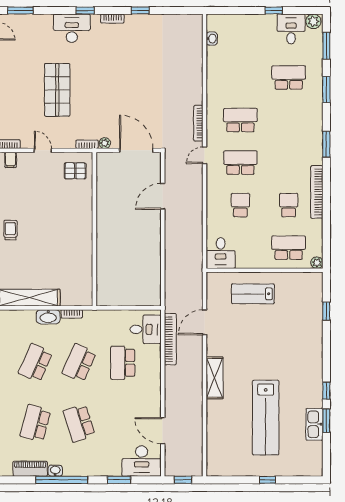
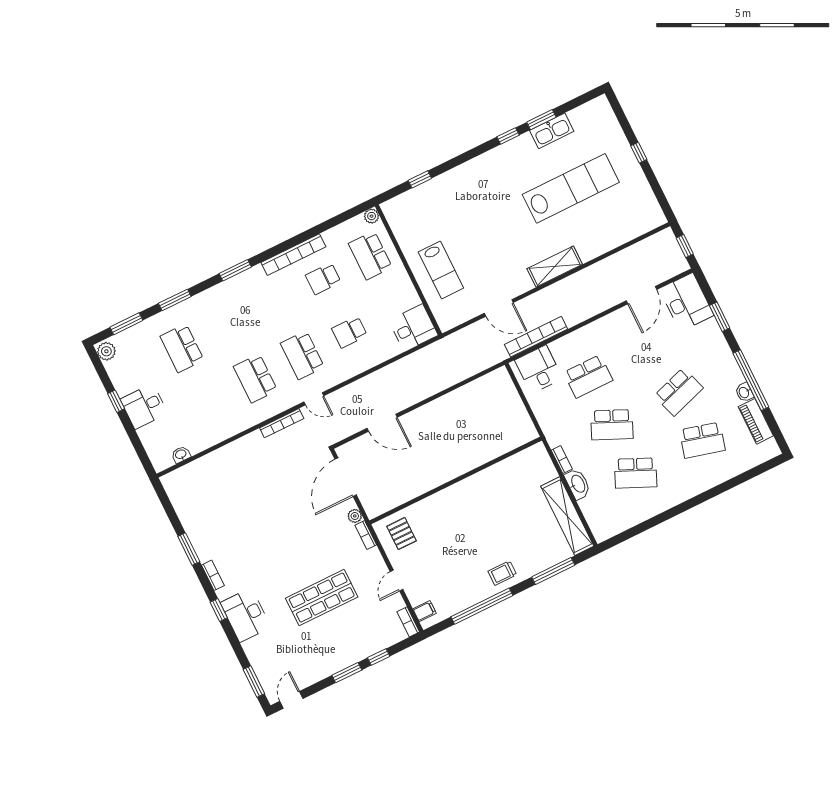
window: (140, 10) -> (189, 549), width x1.50
desk: (291, 29) -> (144, 406), moved

